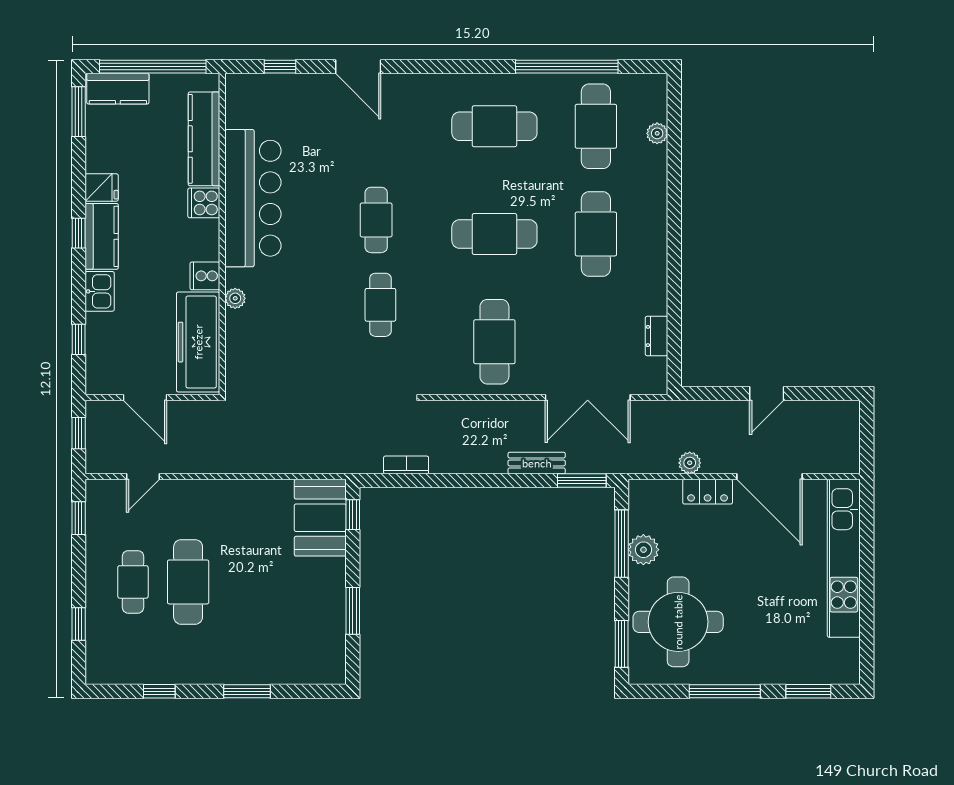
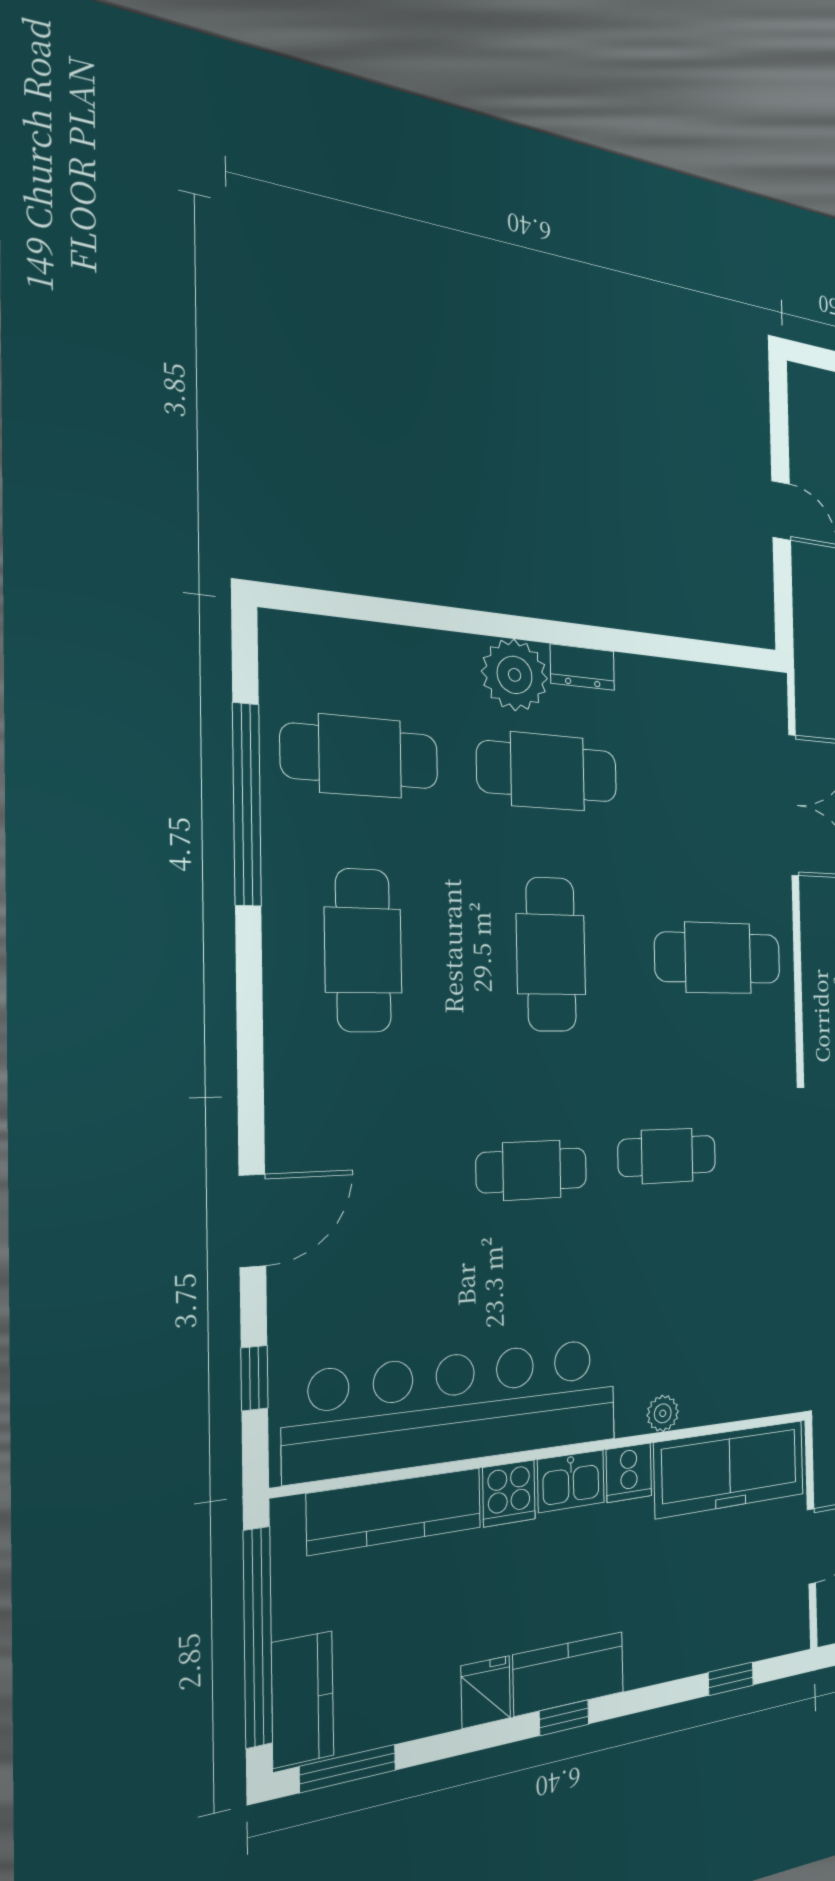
plant: (657, 133) -> (515, 675), moved, width x1.87, depth x1.87
bar counter: (253, 198) -> (456, 1408), width x1.36
kitchen sink: (100, 291) -> (571, 1481), moved, turned 180
dresser: (657, 336) -> (582, 667), moved

